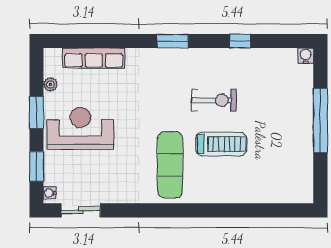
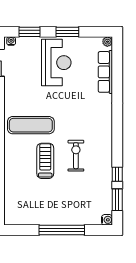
window: (173, 41) -> (117, 200), moved
plant: (50, 84) -> (107, 42), moved
exercise bike: (214, 100) -> (76, 156), turned 180
treadmill: (221, 144) -> (45, 161), turned 180

